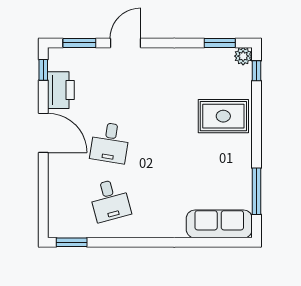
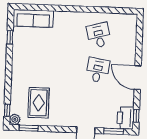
printer: (61, 90) -> (125, 118), moved
rug: (223, 116) -> (39, 103), moved, turned 90
window: (256, 191) -> (10, 37), width x0.46
window: (72, 242) -> (123, 11), removed

